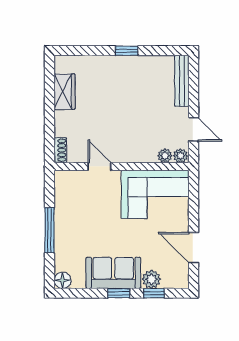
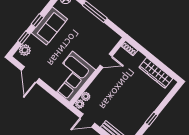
wardrobe: (64, 92) -> (156, 73), width x1.50
door: (194, 248) -> (30, 74), swing flipped
plant: (151, 279) -> (25, 50), moved

